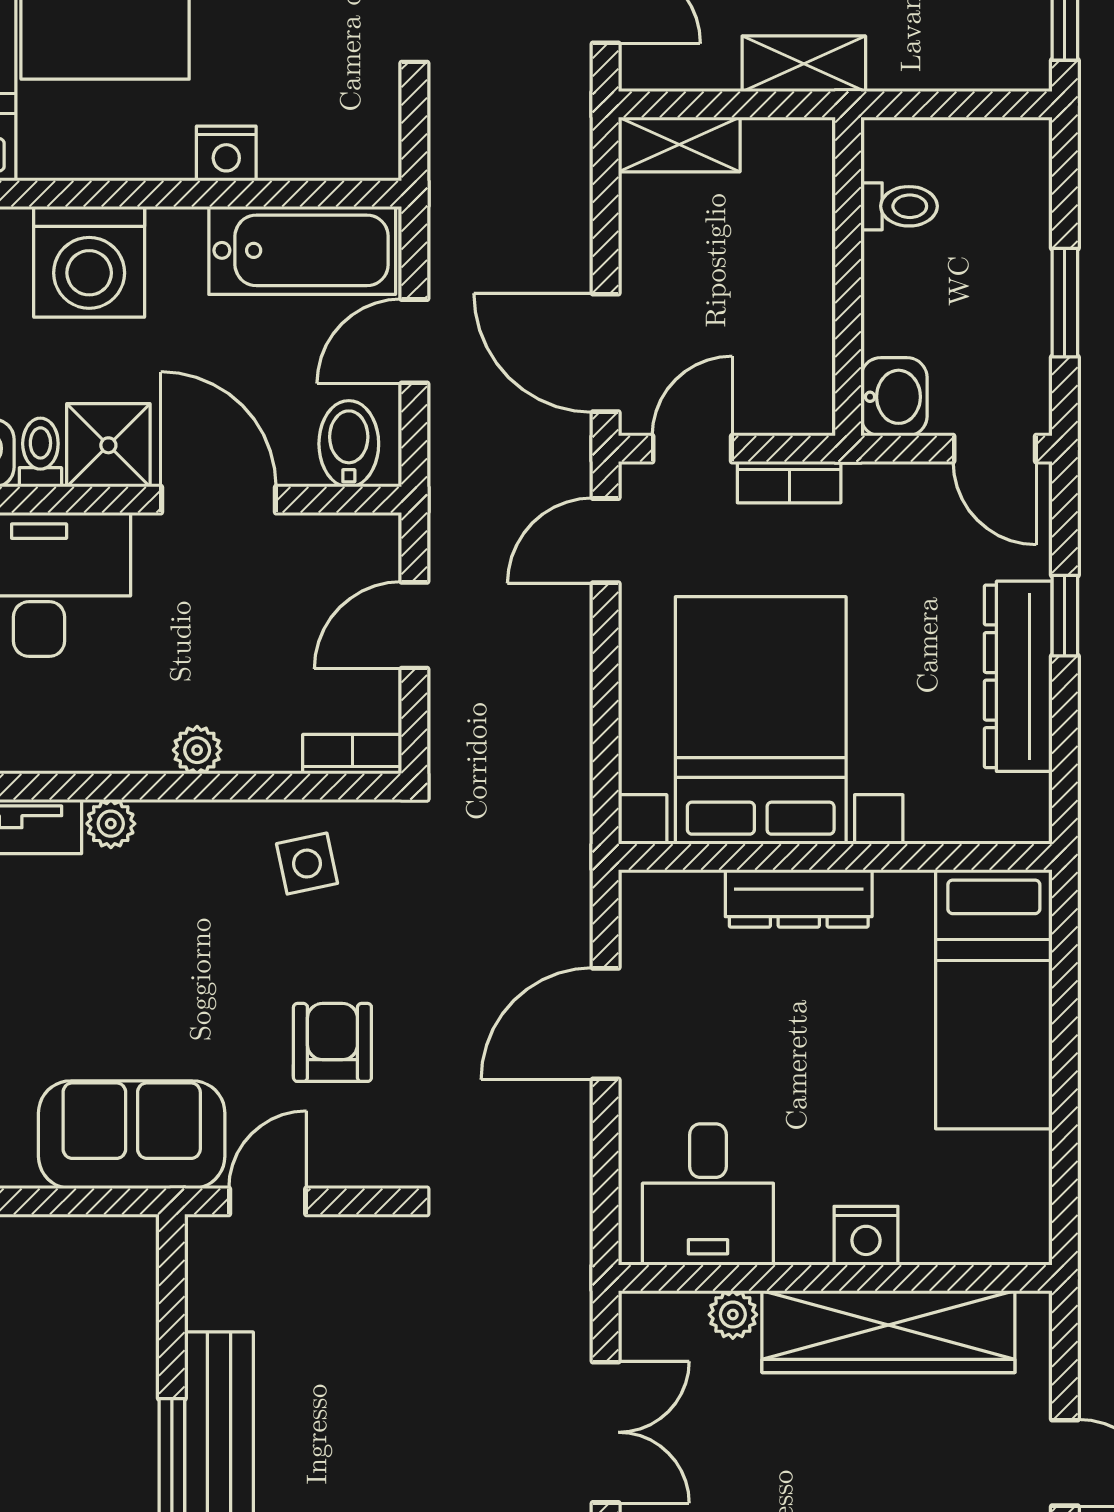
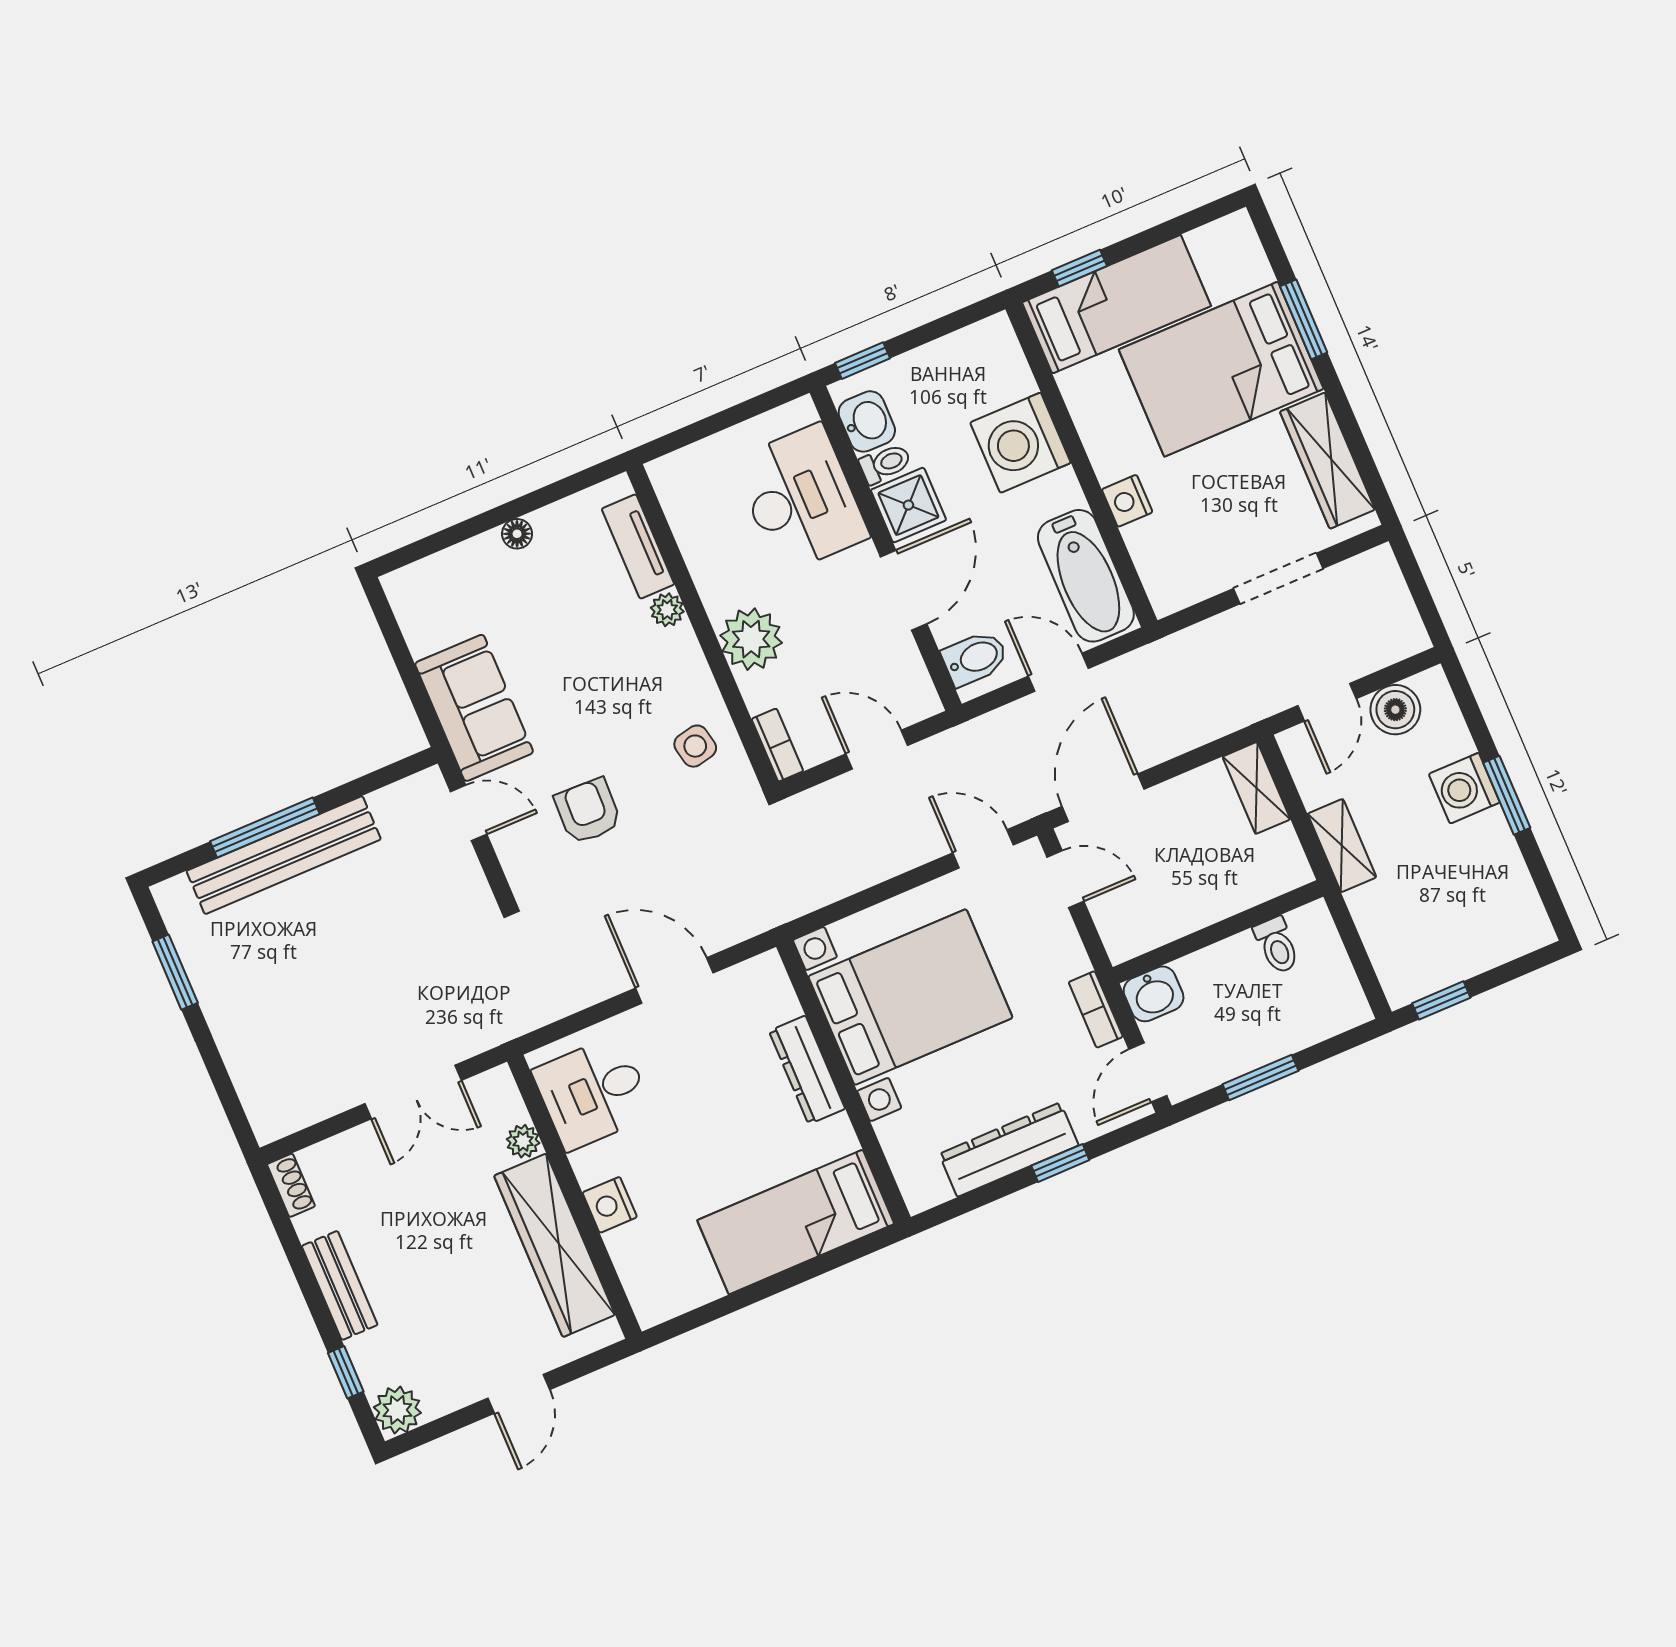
bookcase: (789, 482) -> (1096, 1009), moved
plant: (197, 750) -> (751, 639), width x1.87, depth x1.87
armchair: (332, 1042) -> (588, 811), turned -88

